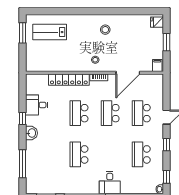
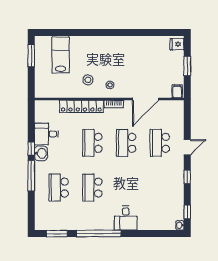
stool: (105, 30) -> (88, 80), moved
lab bench: (50, 32) -> (61, 55), turned 90
washbasin: (32, 133) -> (41, 153), moved
school desk: (141, 154) -> (59, 188), moved
window: (23, 164) -> (31, 176), moved

